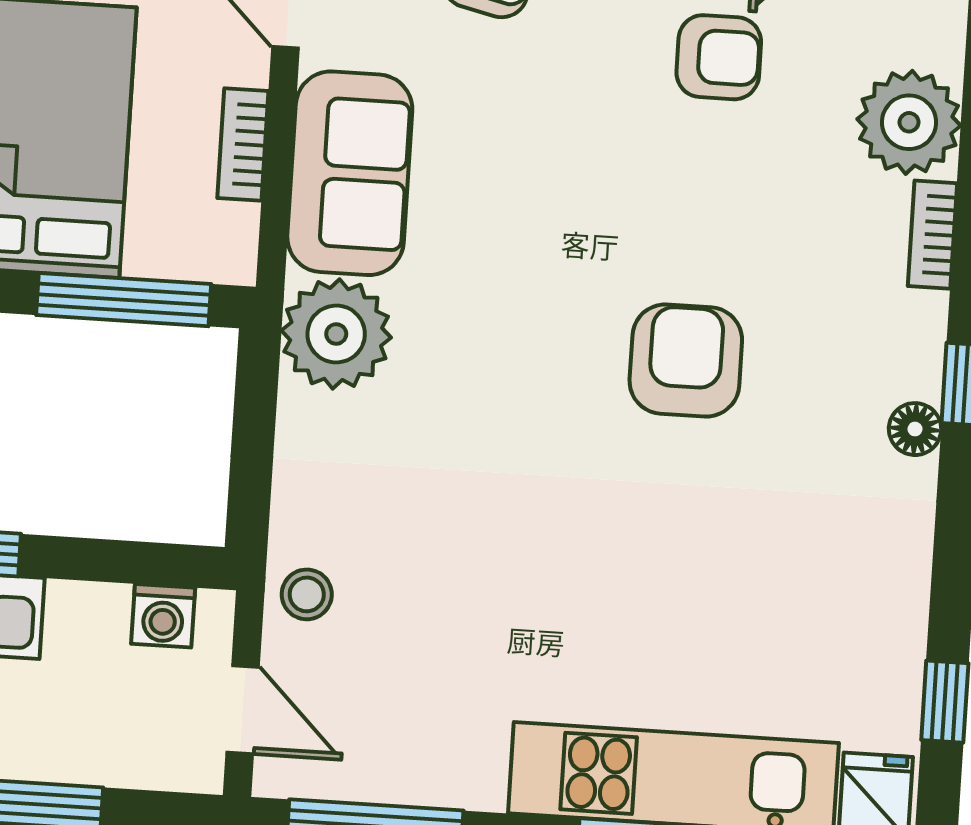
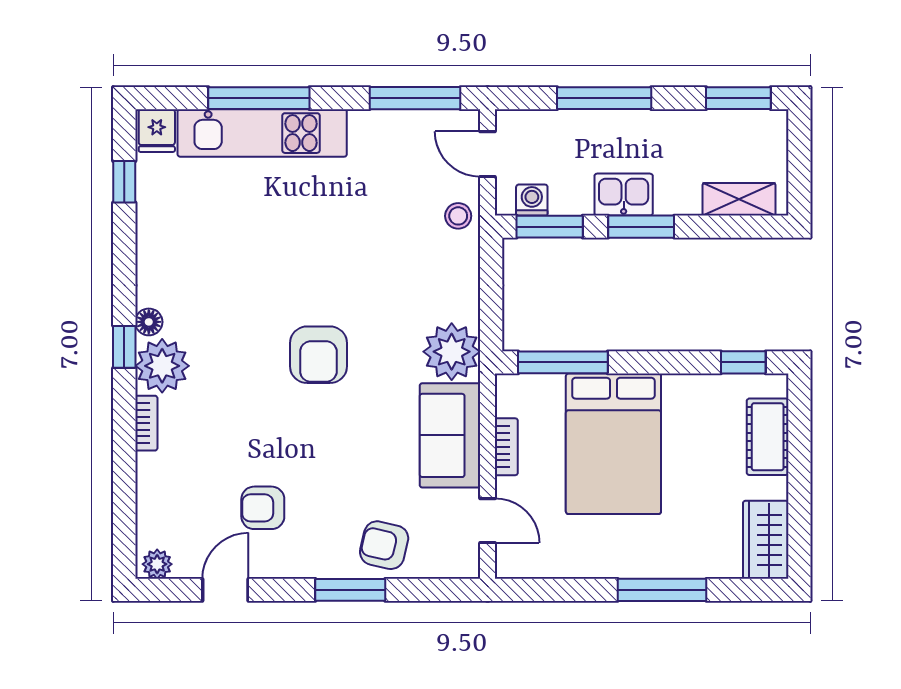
plant: (909, 122) -> (162, 366), moved
armchair: (686, 360) -> (318, 355), moved
window: (132, 562) -> (550, 227), added

